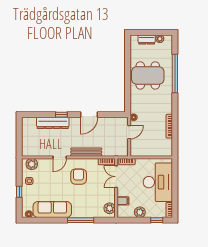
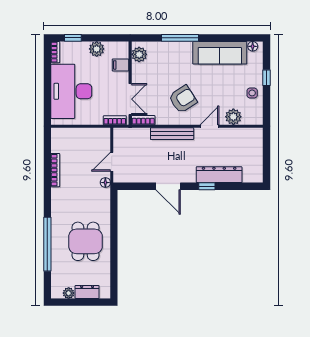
dining table: (148, 75) -> (86, 241), width x0.73
door: (89, 115) -> (168, 186), swing flipped
plant: (32, 164) -> (233, 117), moved
armchair: (79, 177) -> (183, 99), turned -123

